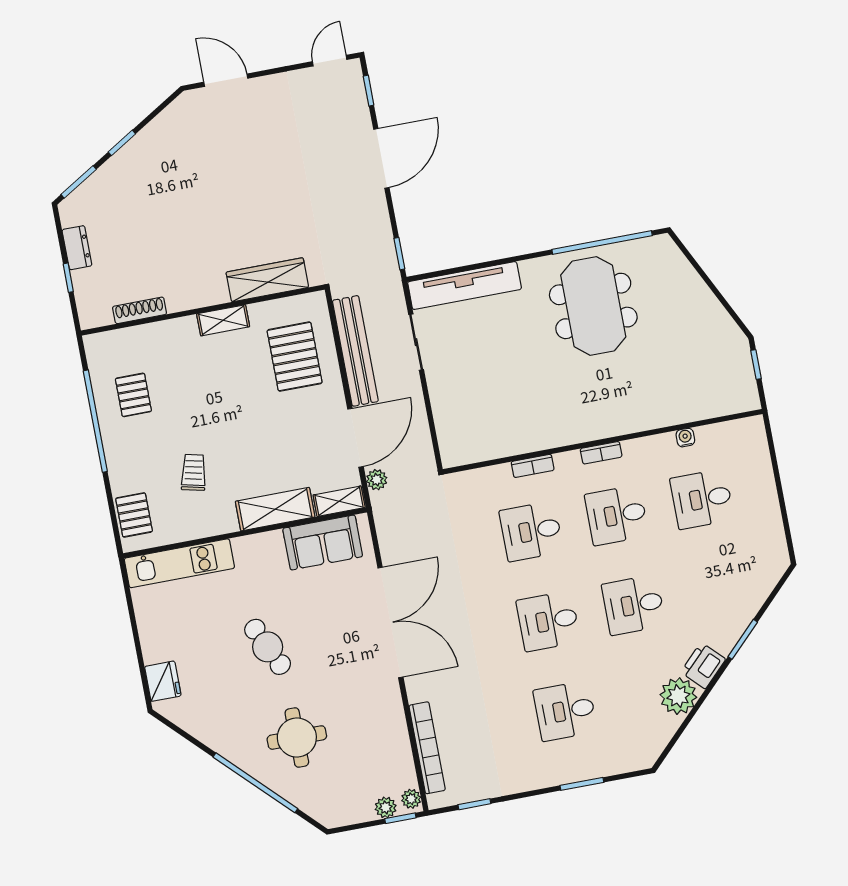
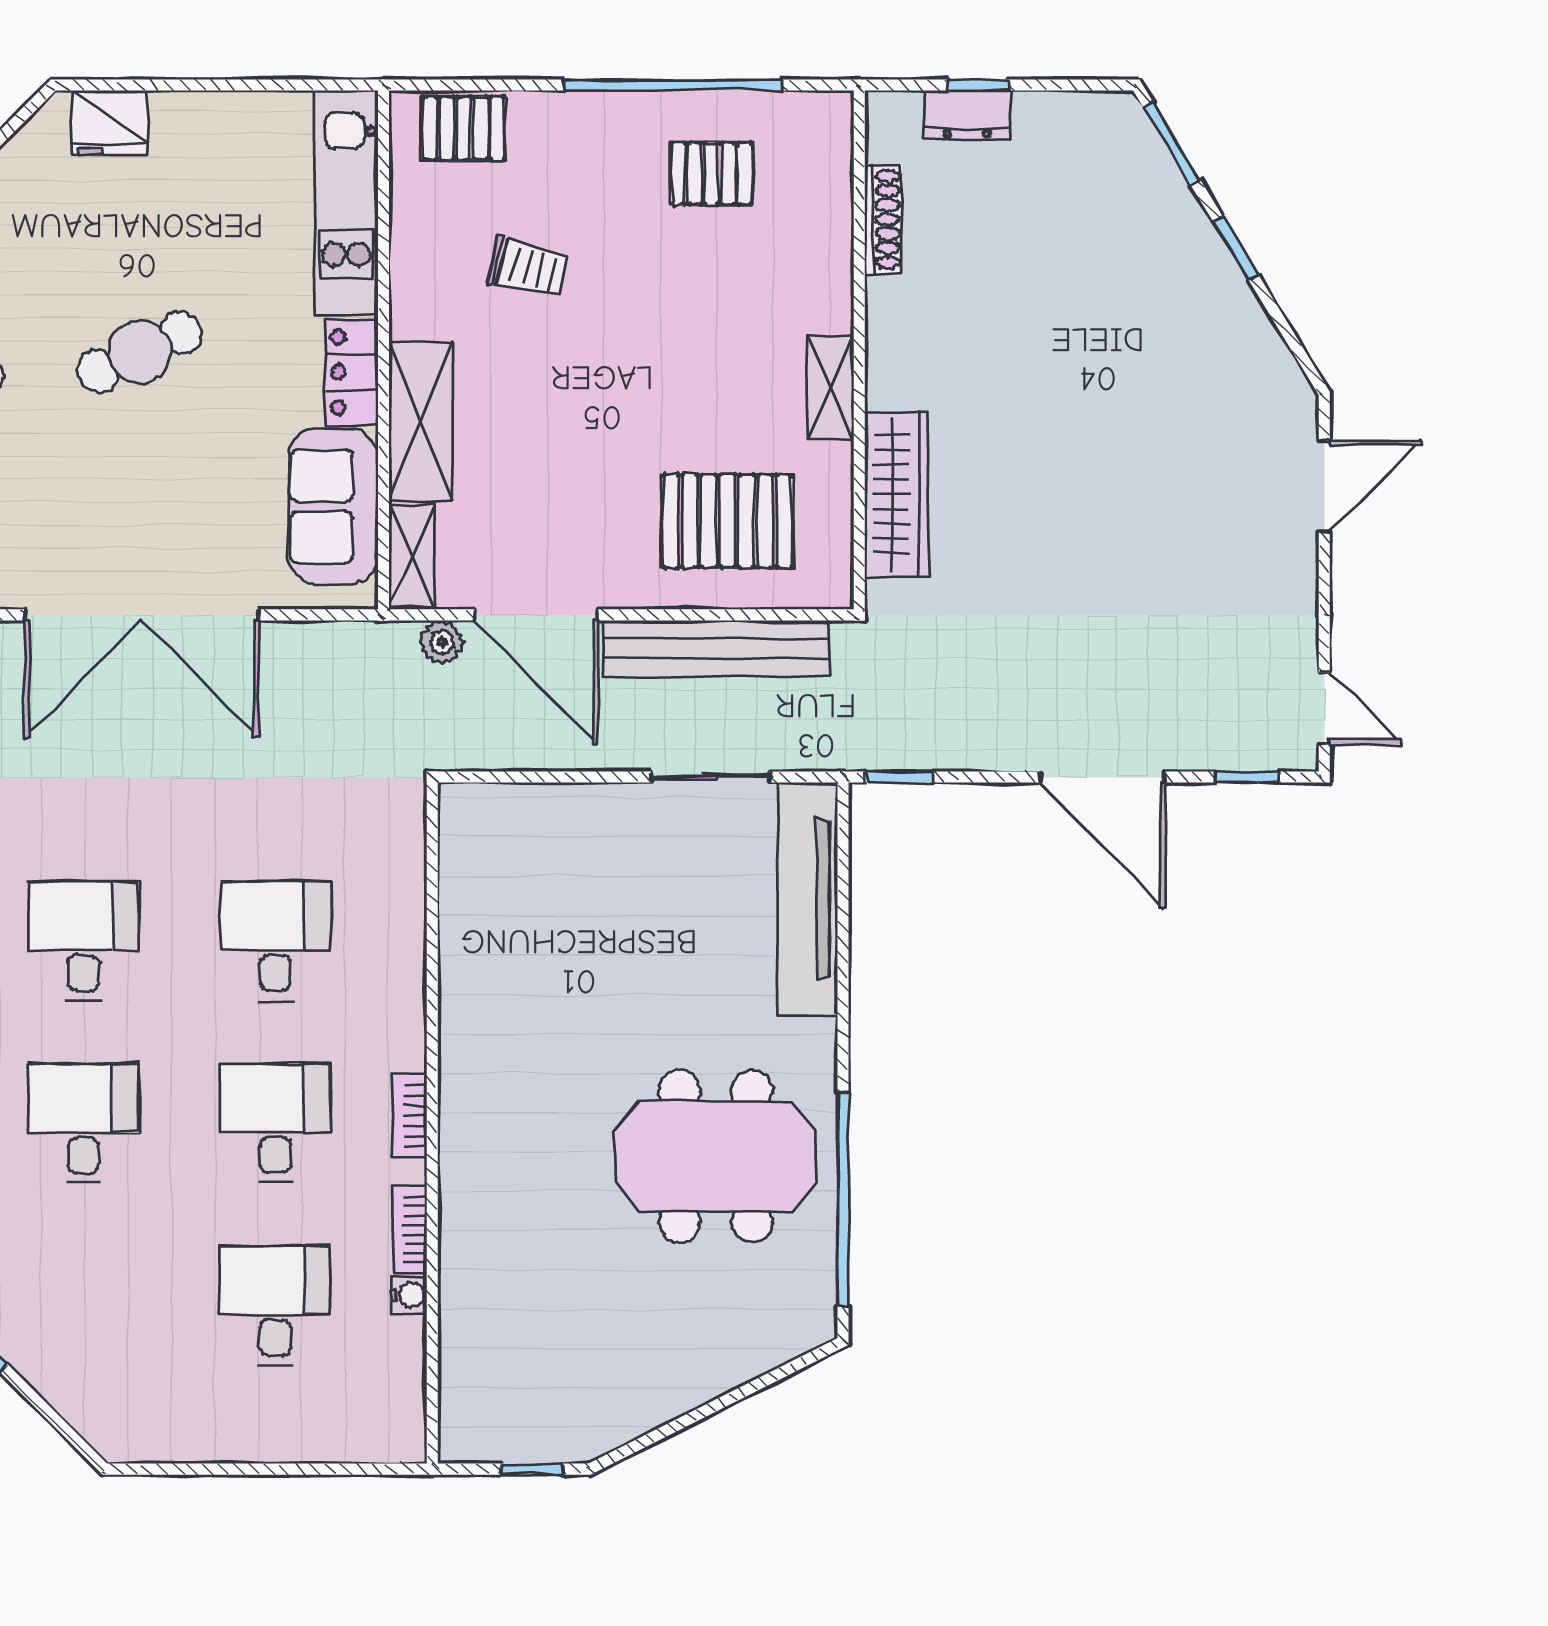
dresser: (77, 248) -> (967, 115), moved
bookcase: (533, 466) -> (410, 1229), moved
locker: (258, 546) -> (352, 372), added

